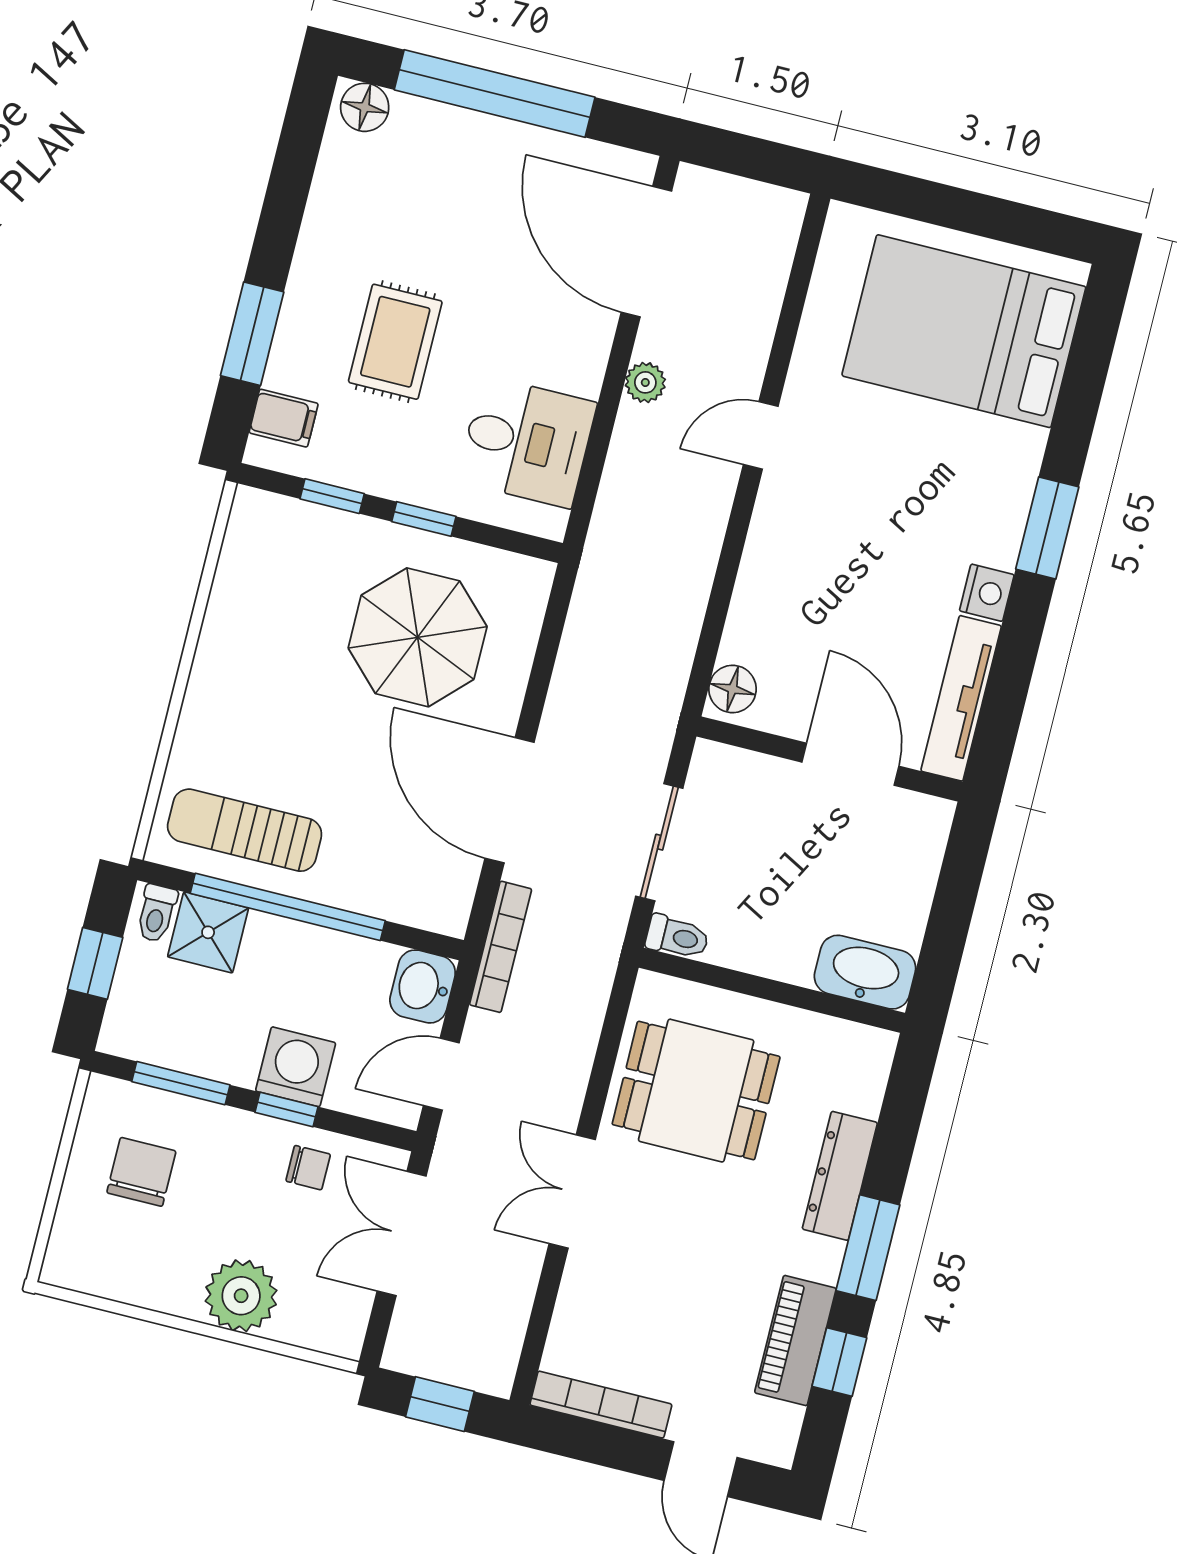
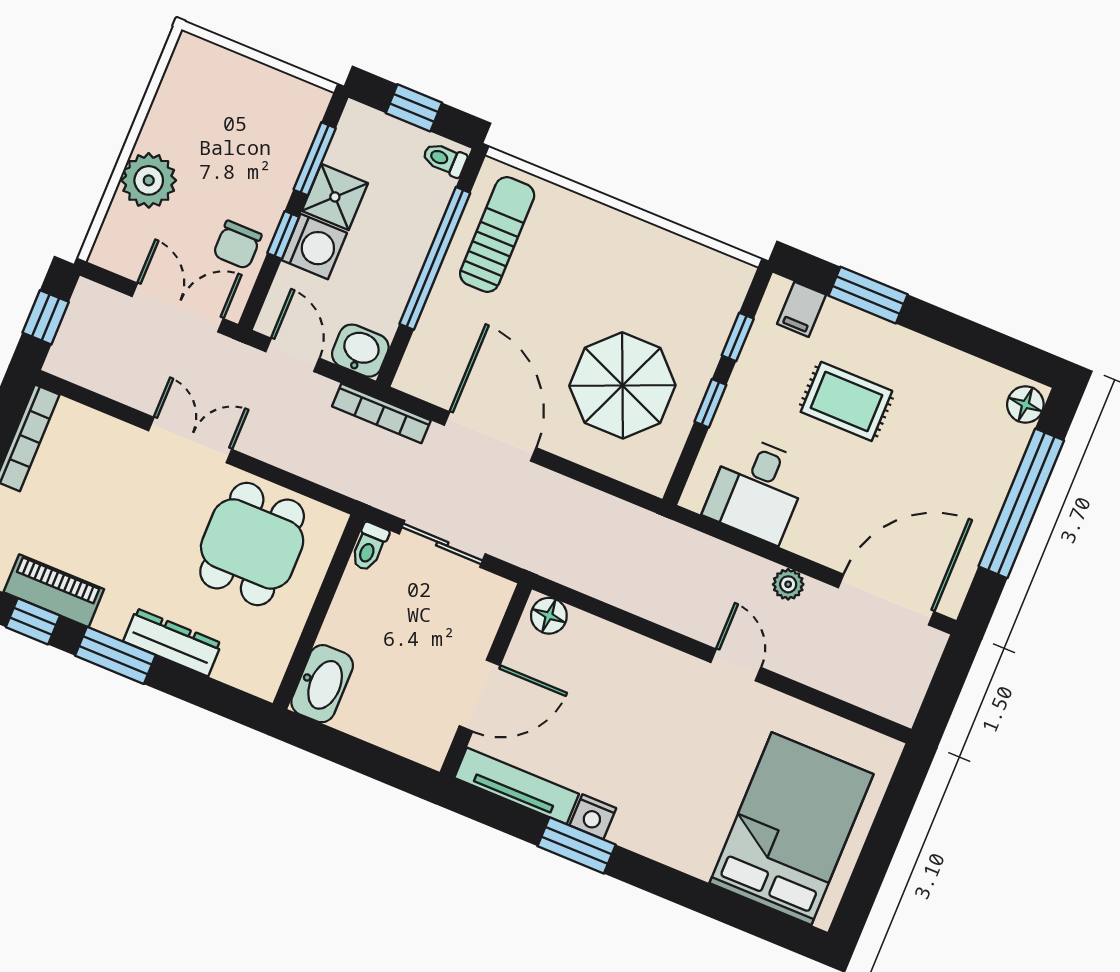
window: (1047, 528) -> (577, 845), moved
door: (510, 800) -> (490, 436), hinge flipped
shower: (208, 932) -> (335, 197), moved
chair: (308, 1168) -> (237, 245), width x1.37, depth x1.37
chair: (141, 1172) -> (252, 119), removed

